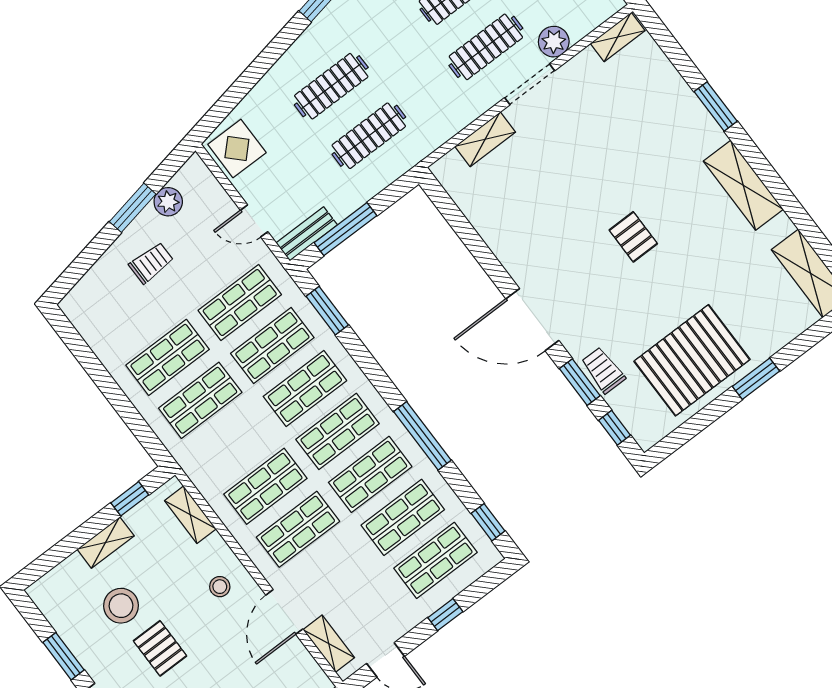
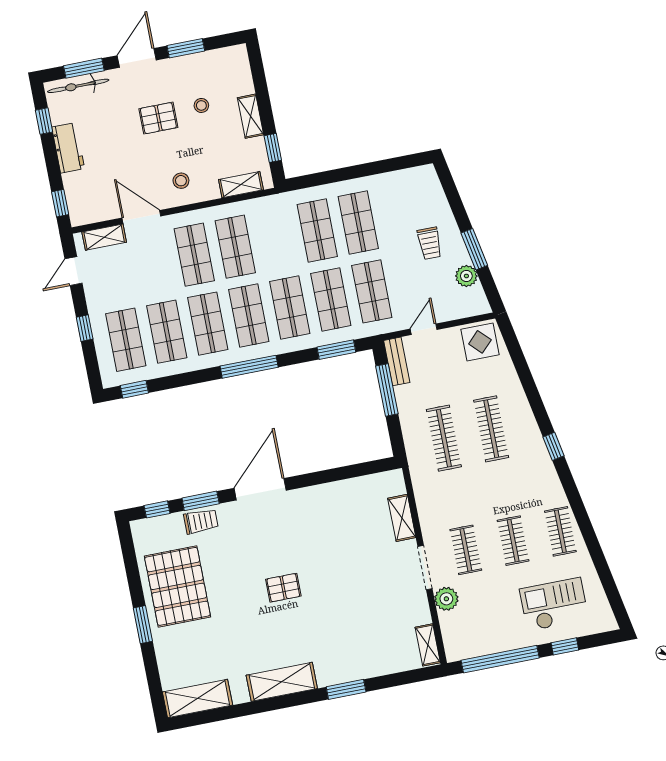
clothes rail: (486, 47) -> (466, 550), width x0.73
window: (422, 436) -> (249, 367), moved
stool: (121, 606) -> (201, 105), width x0.53, depth x0.53

